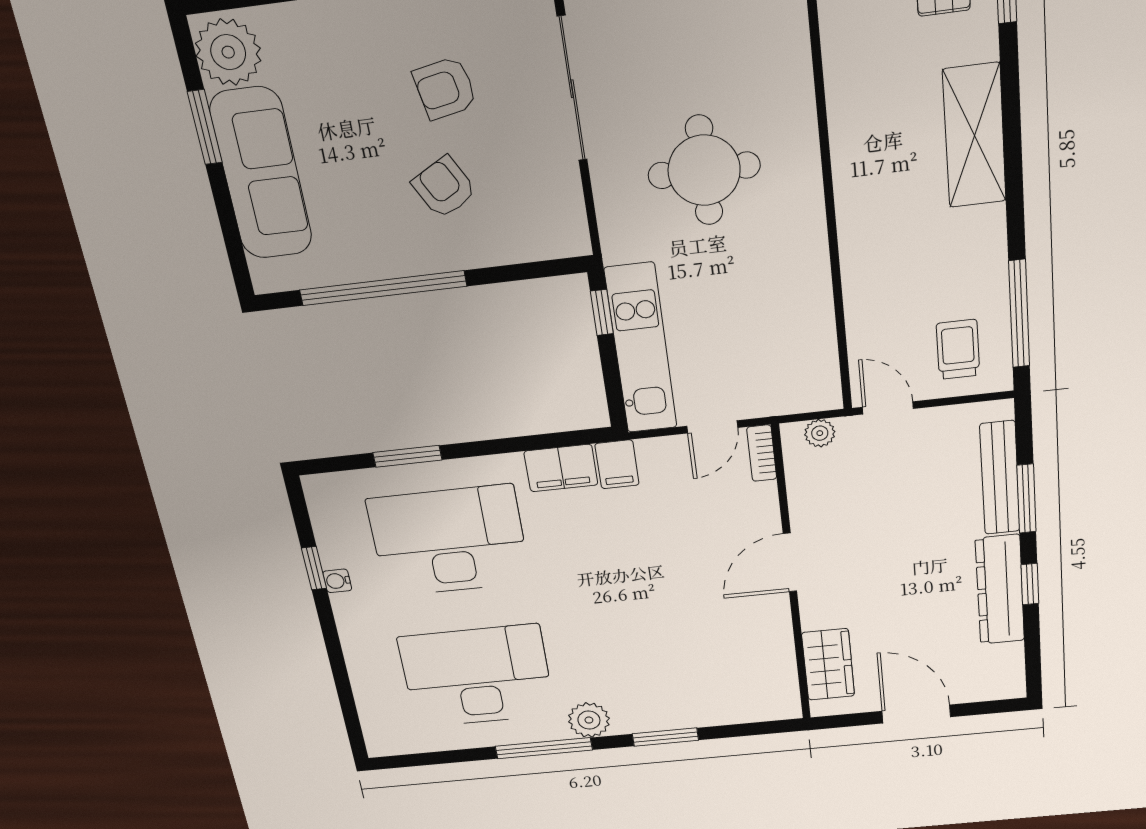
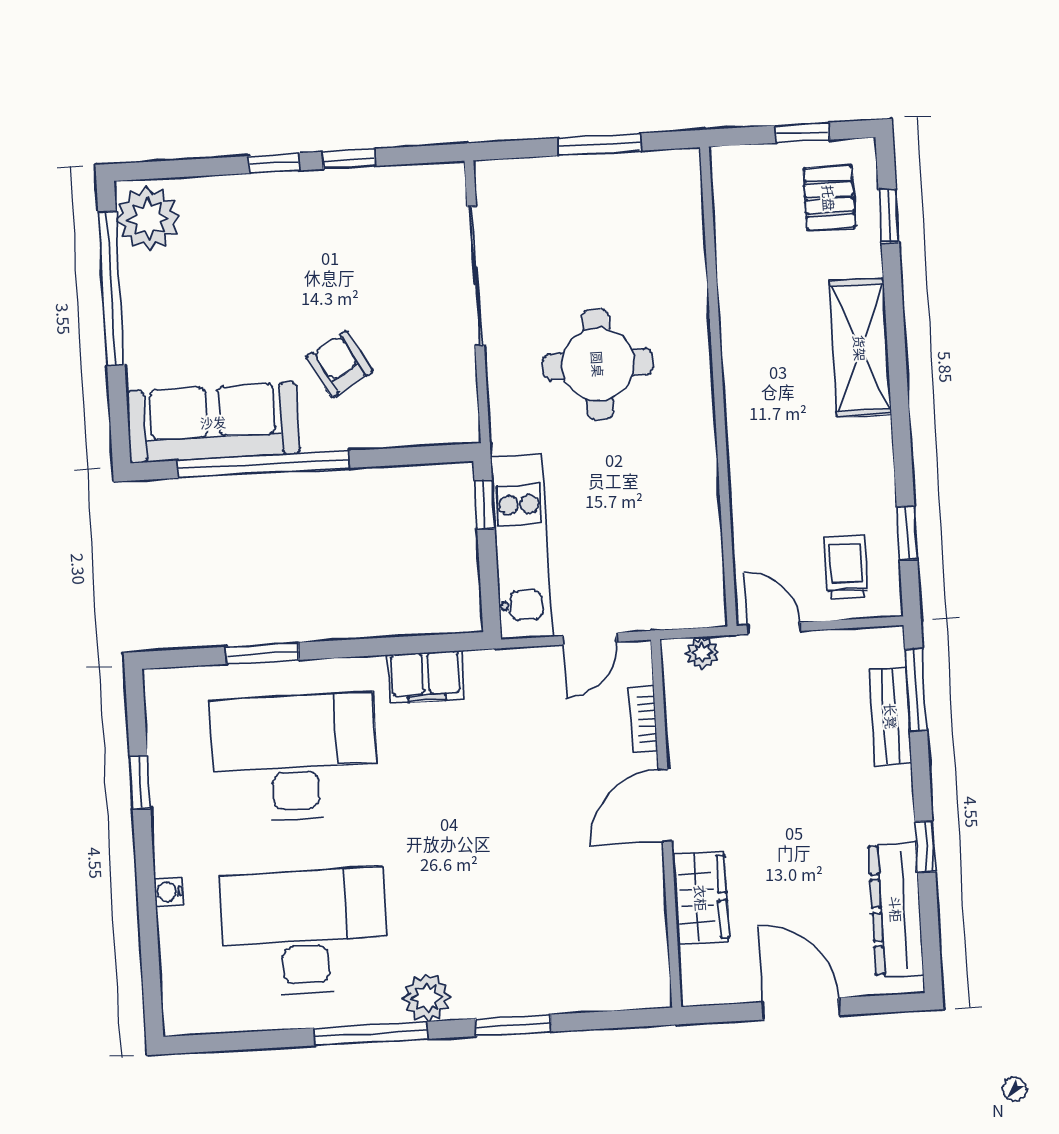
armchair: (445, 88) -> (353, 267), removed
window: (205, 127) -> (111, 289), width x2.11
sofa: (261, 174) -> (213, 422), moved, turned -90
window: (1019, 314) -> (907, 533), width x0.46
bookcase: (762, 453) -> (643, 719), moved
filing cabinet: (617, 464) -> (486, 676), removed
bench: (1000, 478) -> (891, 716), width x0.73
window: (1026, 499) -> (916, 690), moved
water cooler: (337, 581) -> (169, 892), moved
dresser: (1000, 590) -> (896, 909), moved
wardrobe: (828, 664) -> (701, 898), moved

